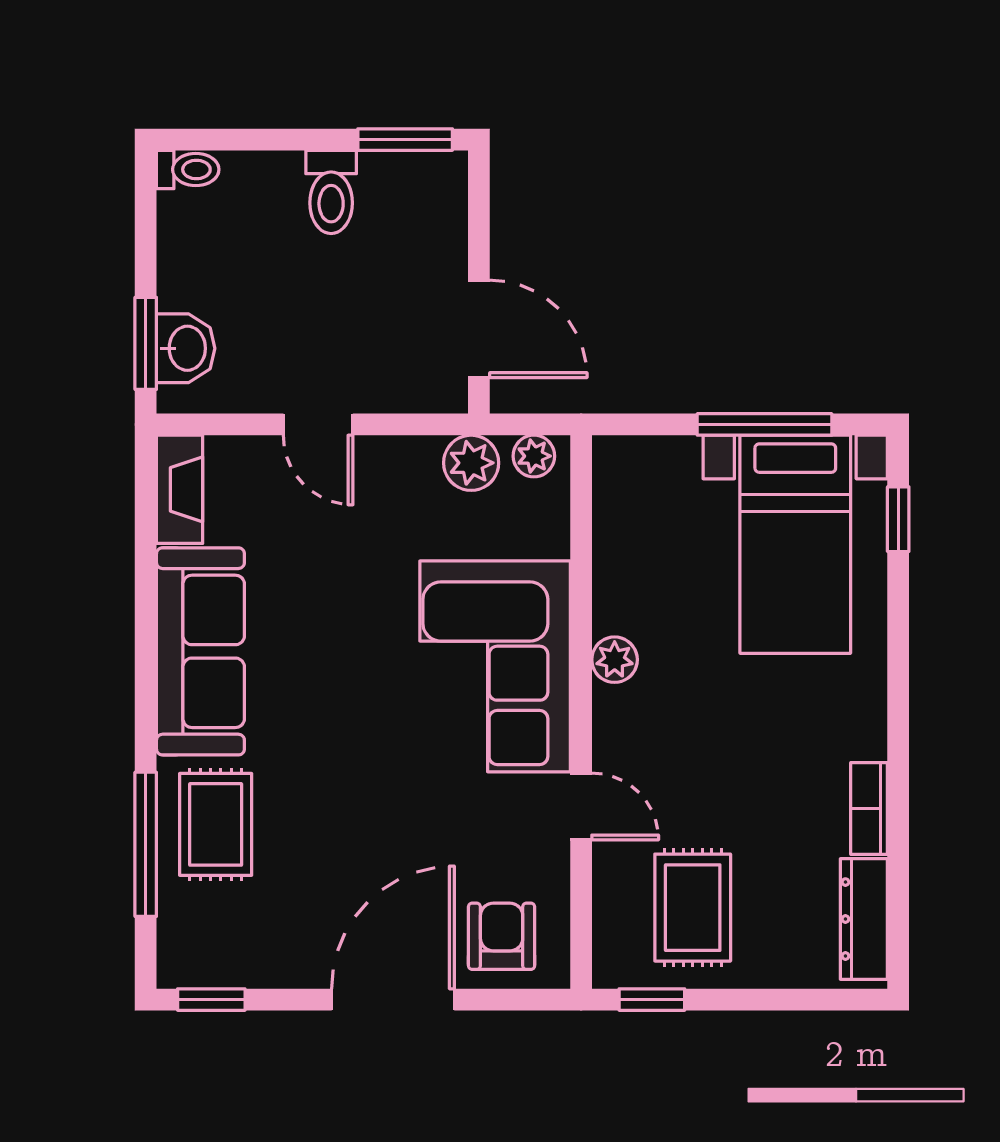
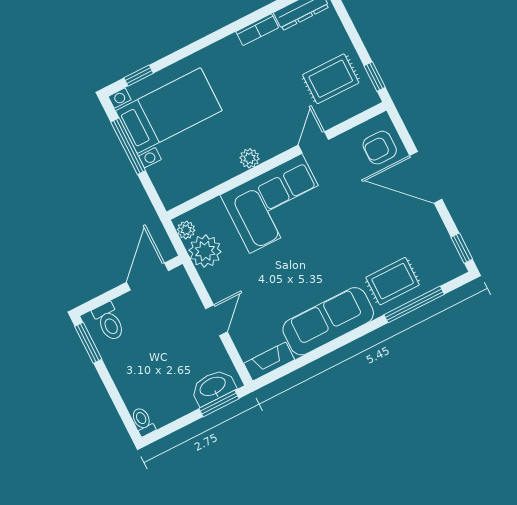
toilet: (331, 192) -> (109, 322), moved, turned 90
washbasin: (186, 348) -> (213, 387), width x1.38
plant: (471, 463) -> (205, 251), width x1.36, depth x1.36

